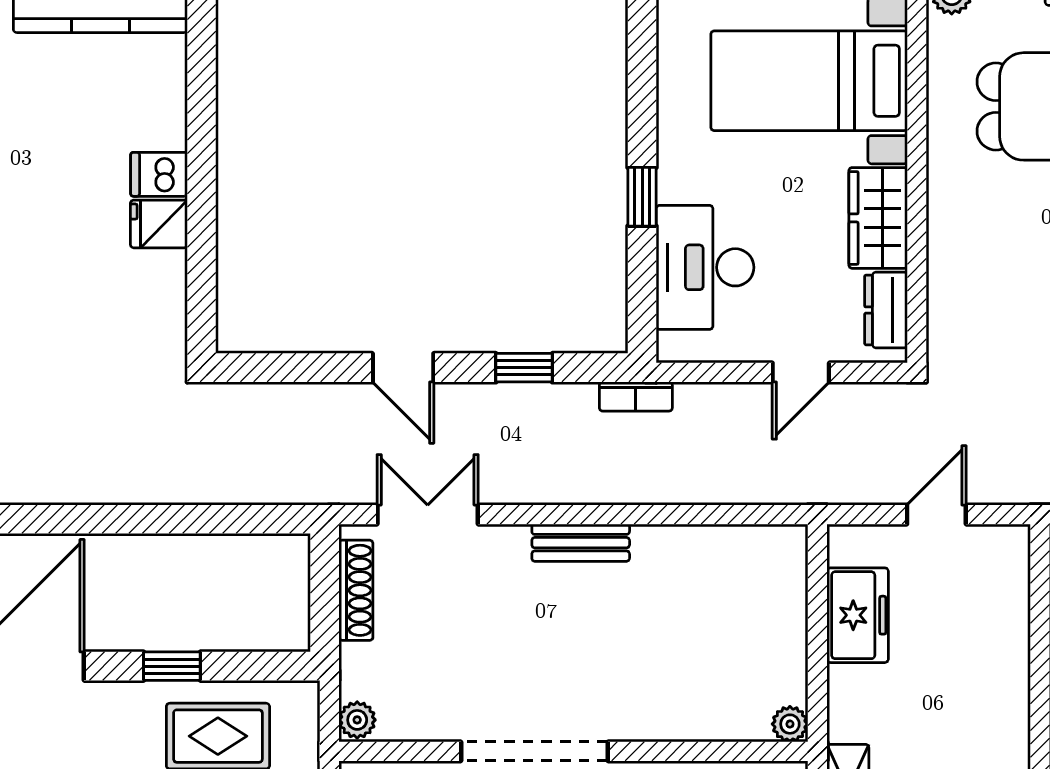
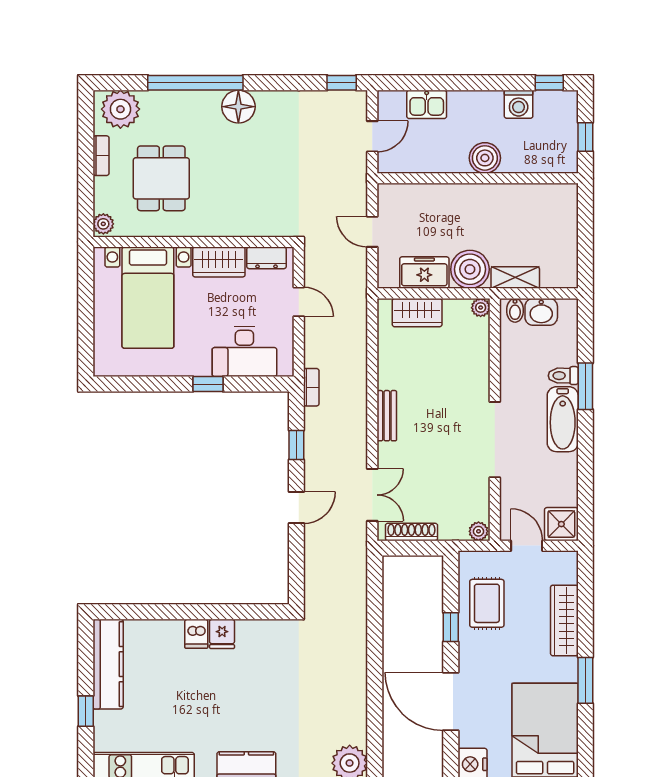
double door: (428, 515) -> (372, 495), swing flipped
wardrobe: (780, 601) -> (417, 313), added
boiler: (864, 703) -> (470, 269), added

